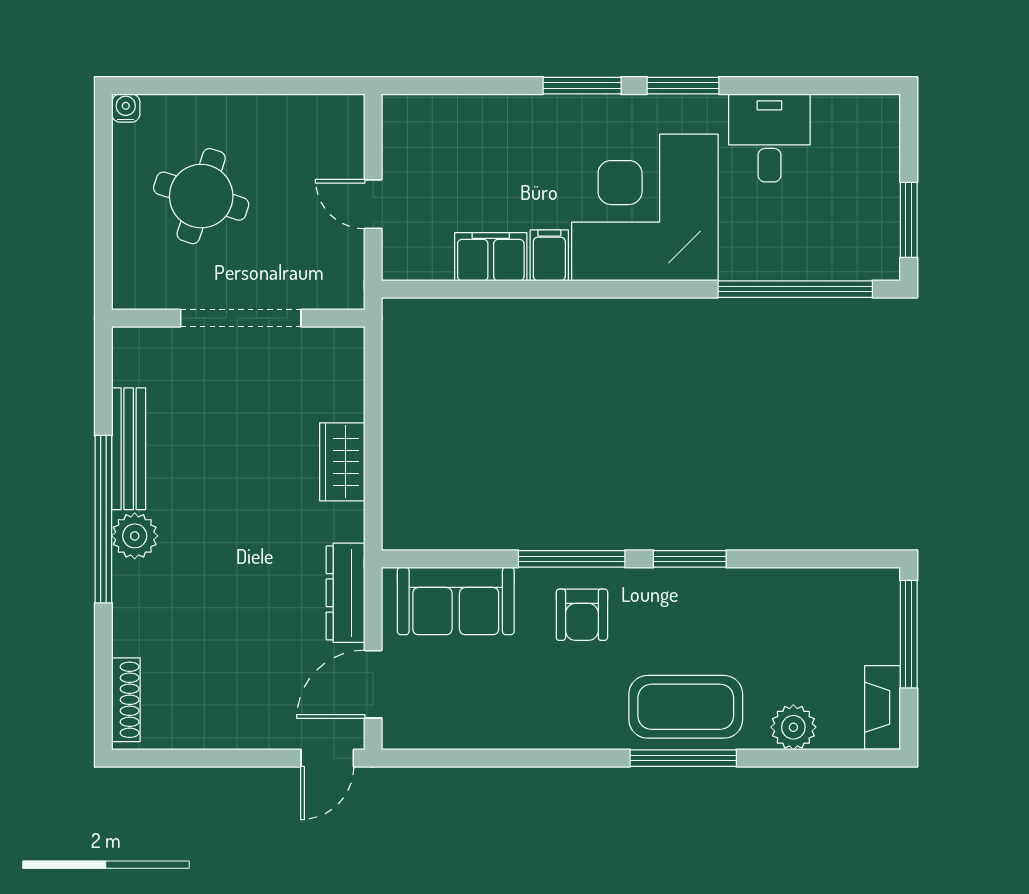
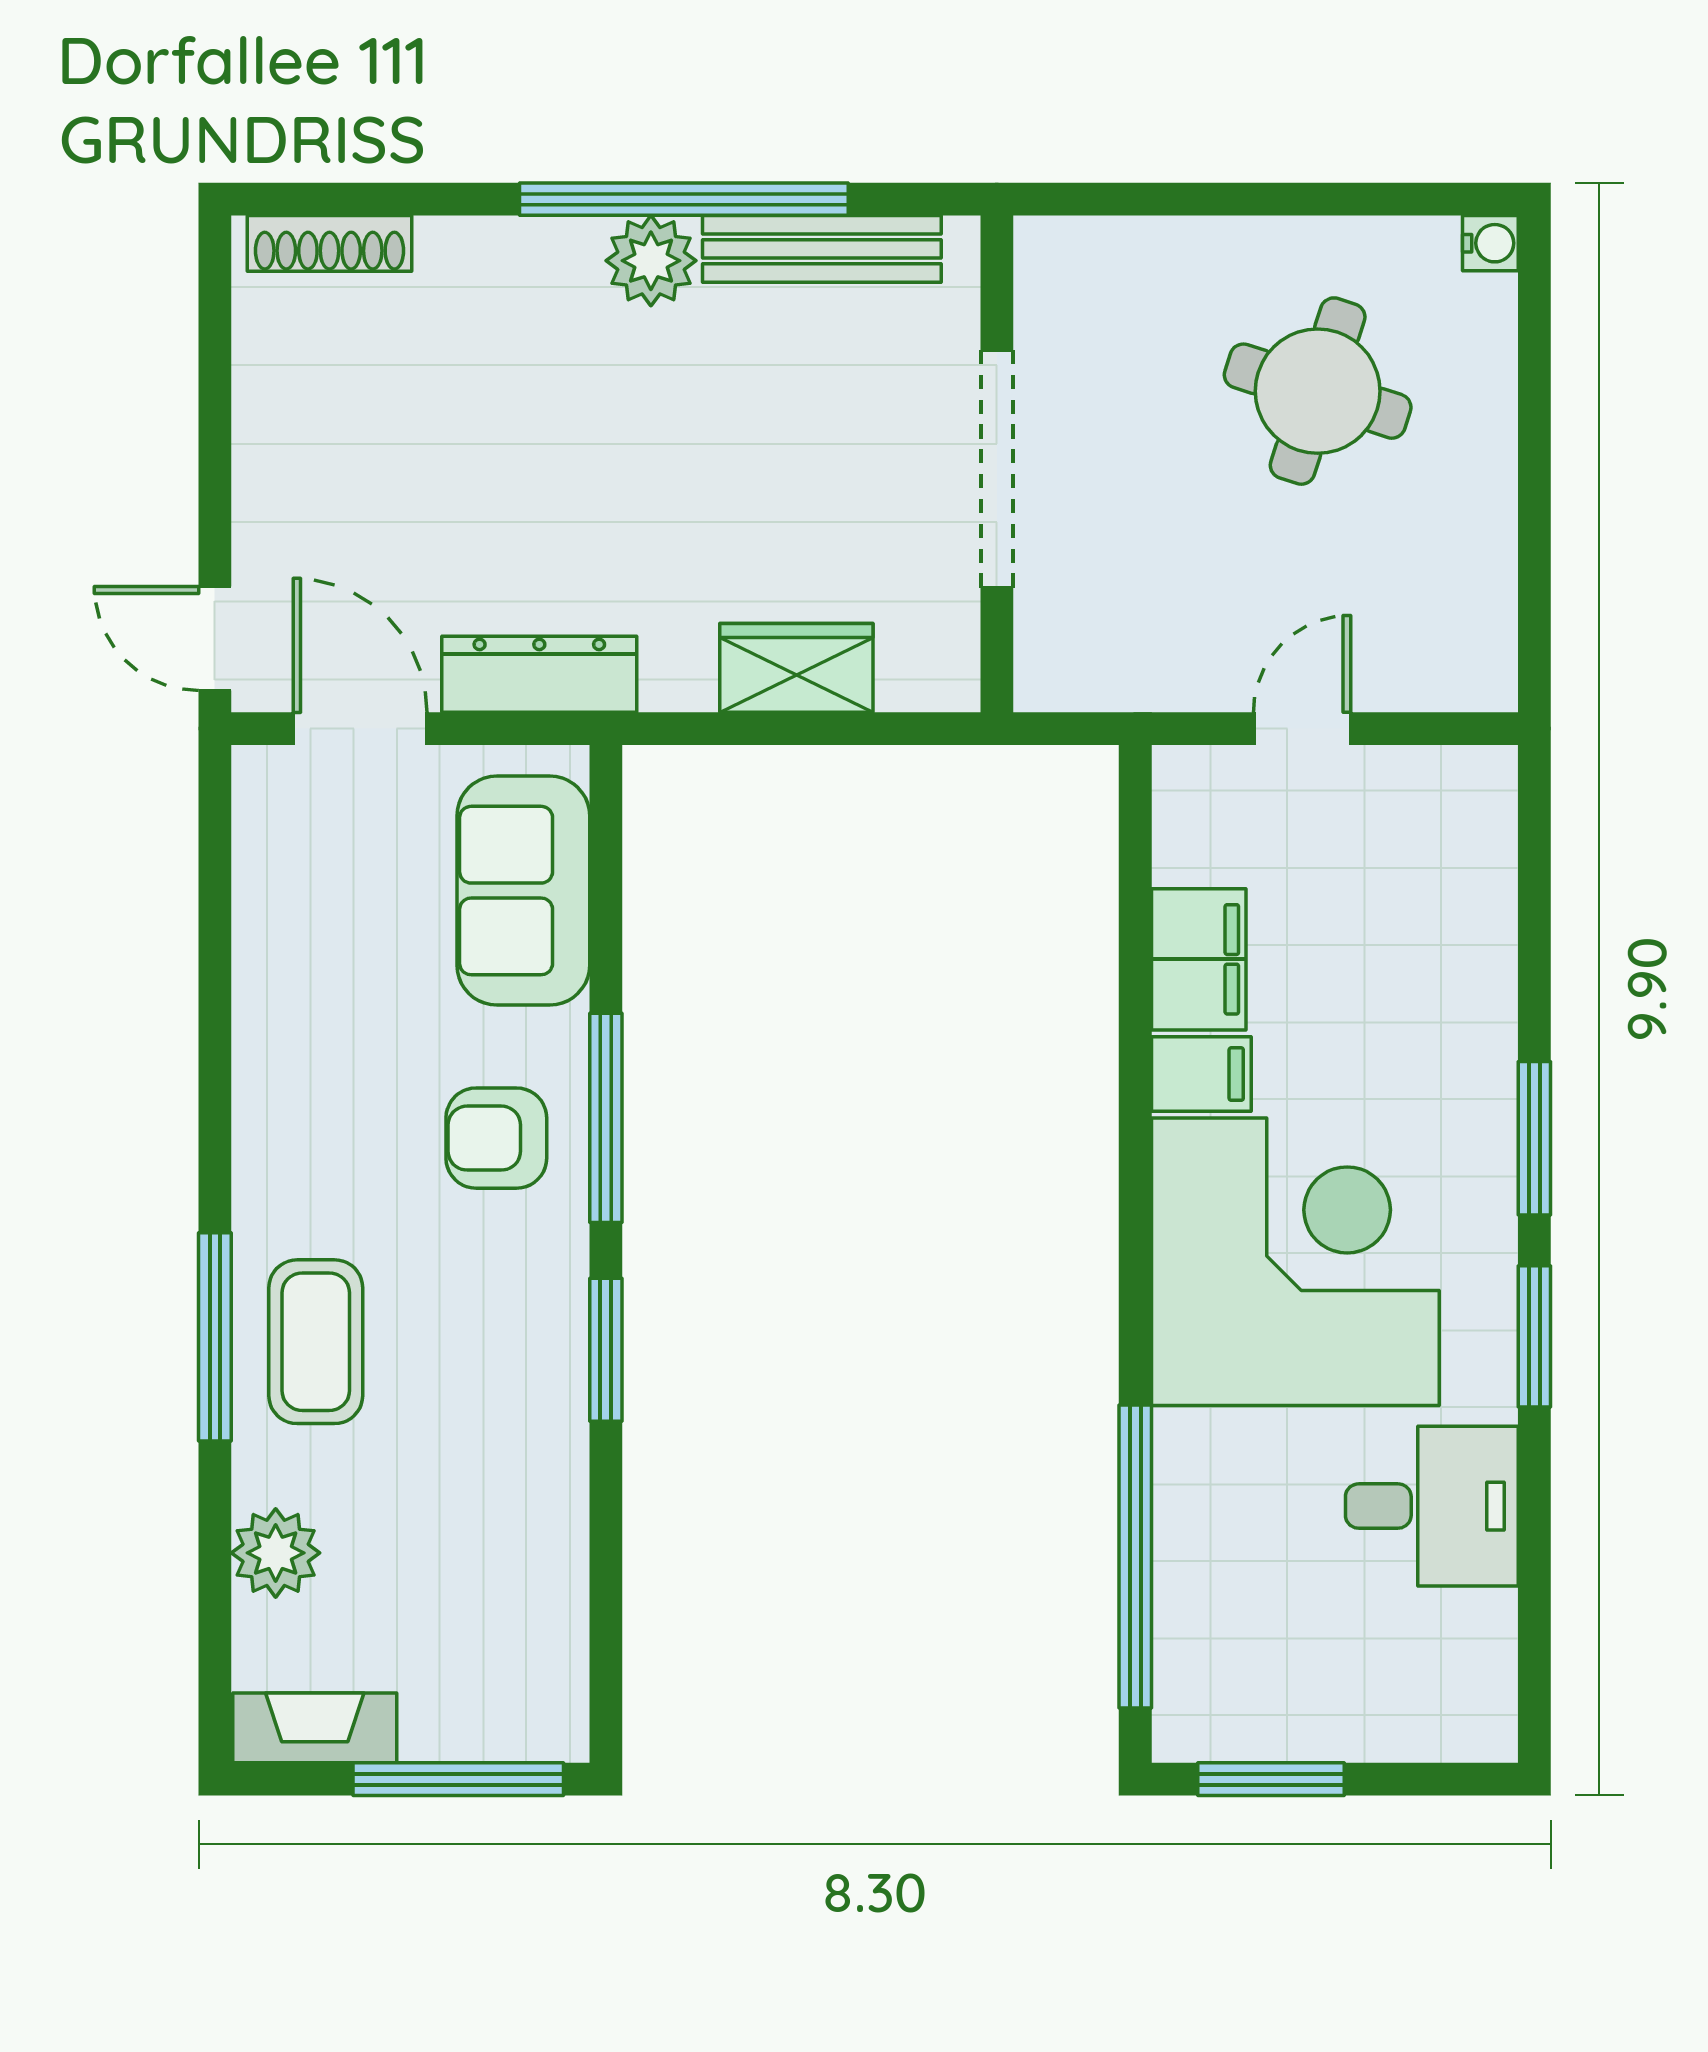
wall: (238, 318) -> (997, 464), moved
doorway: (241, 318) -> (997, 469), moved
coffee table: (686, 707) -> (316, 1342), width x0.73, depth x0.76

